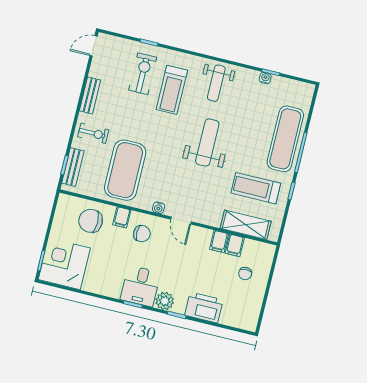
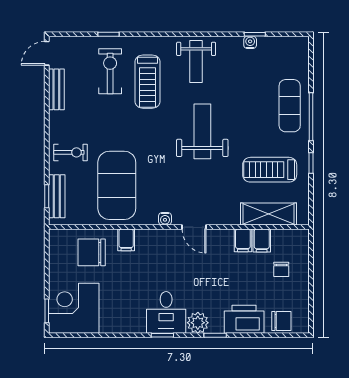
bench: (90, 95) -> (56, 89), moved
exercise mat: (285, 139) -> (290, 106), width x0.73, depth x0.69
chair: (142, 234) -> (281, 321), moved

